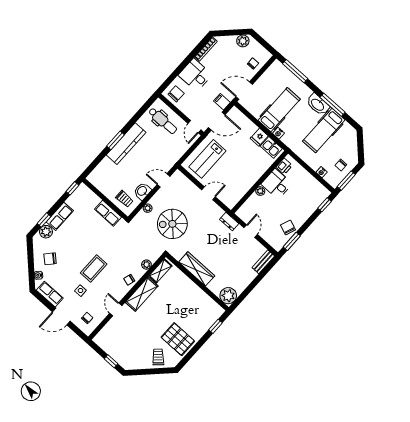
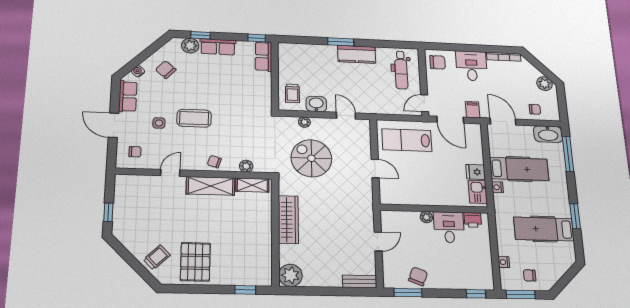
washbasin: (318, 104) -> (548, 134), moved, turned -90
window: (333, 105) -> (575, 216), width x0.69
kitchen counter: (126, 144) -> (357, 54), width x0.67
row of seats: (108, 213) -> (264, 56), moved
dresser: (229, 221) -> (367, 212), removed

